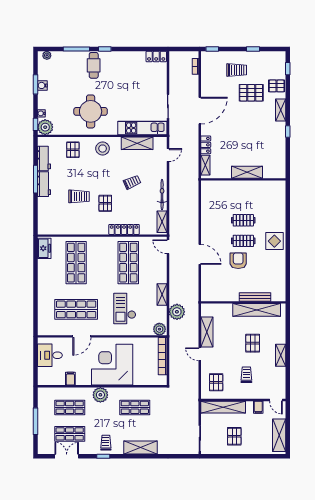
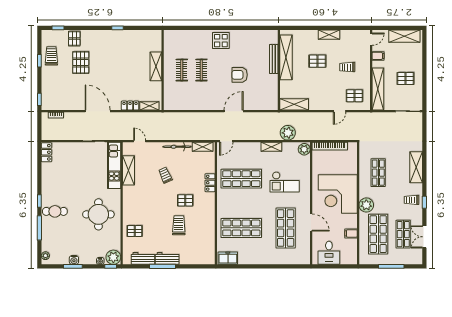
trolley: (237, 70) -> (51, 56), moved
shelving: (281, 110) -> (97, 35), removed
stool: (103, 149) -> (134, 203), removed
locker: (124, 229) -> (210, 183), width x0.66
clothes rail: (243, 241) -> (182, 70), moved
shelving: (207, 332) -> (294, 104), moved
door: (200, 354) -> (340, 111), moved
shop shelf: (70, 407) -> (378, 234), width x1.43, depth x1.36

